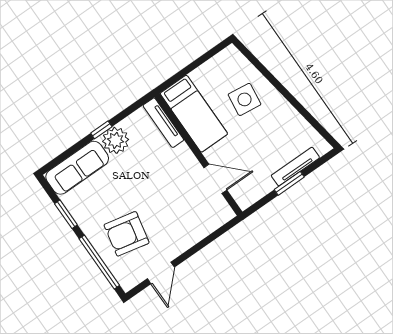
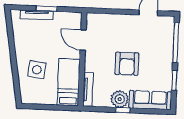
armchair: (127, 234) -> (127, 64), moved, turned 78

